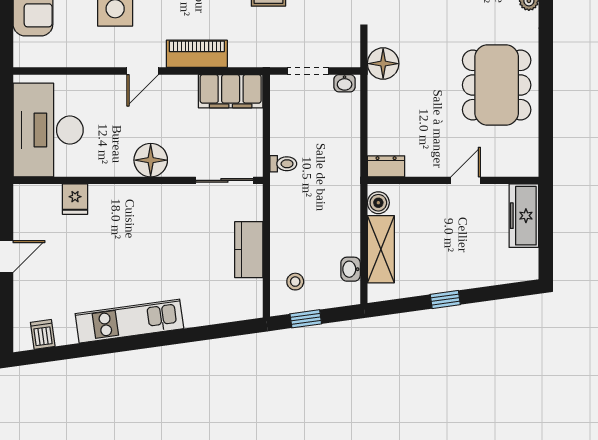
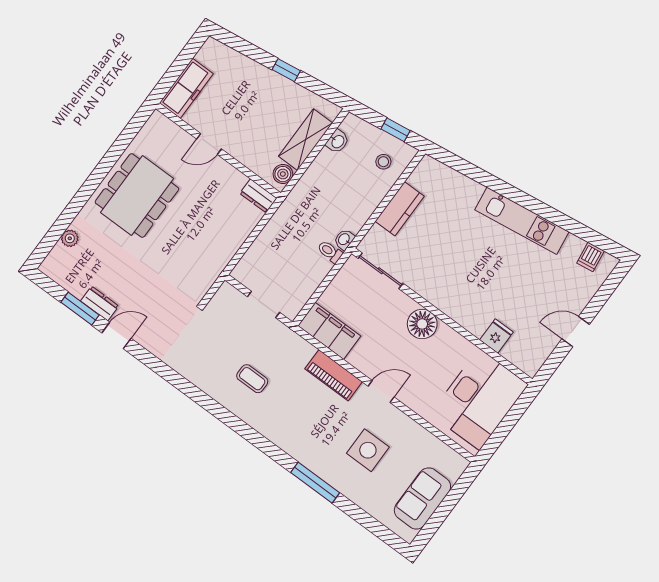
floor lamp: (383, 64) -> (206, 270), removed
washbasin: (345, 83) -> (344, 239), moved, turned -90

